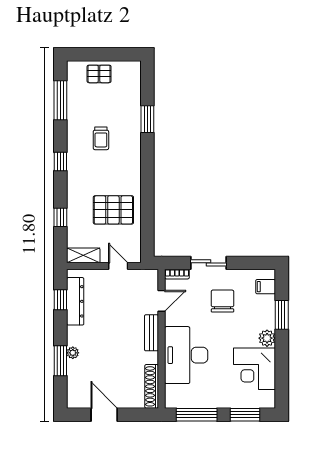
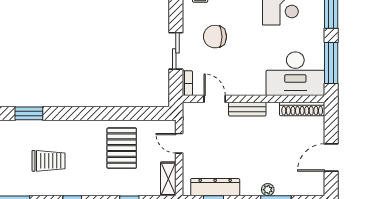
trolley: (101, 138) -> (49, 161), width x1.36, depth x1.39
door: (118, 266) -> (179, 143), hinge flipped
desk: (186, 355) -> (295, 74), moved

